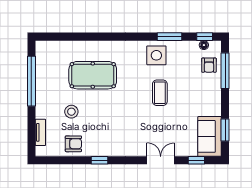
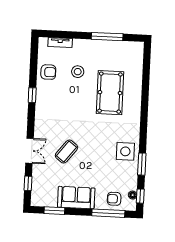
window: (31, 81) -> (107, 37), width x0.68
coffee table: (160, 93) -> (66, 151), moved, turned -52
sofa: (210, 136) -> (76, 198), moved
armchair: (73, 144) -> (48, 72), turned -90

